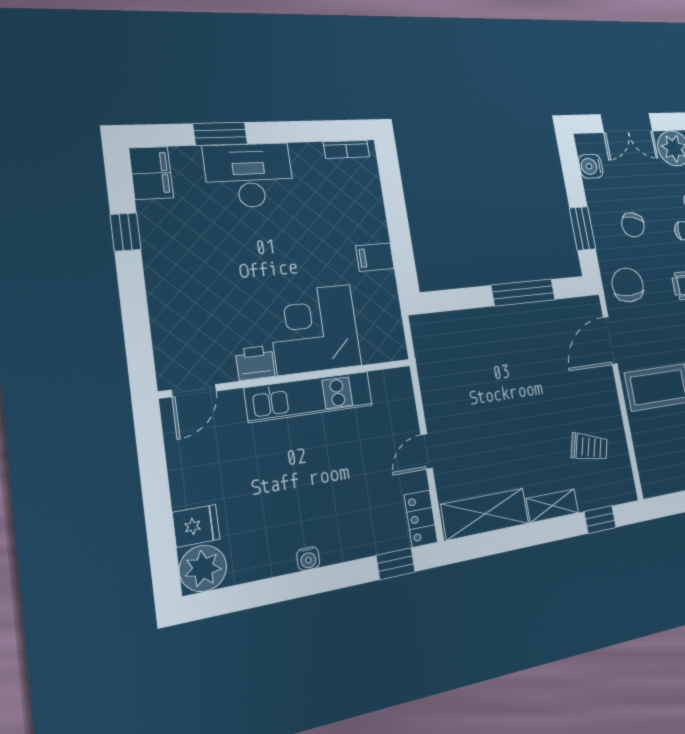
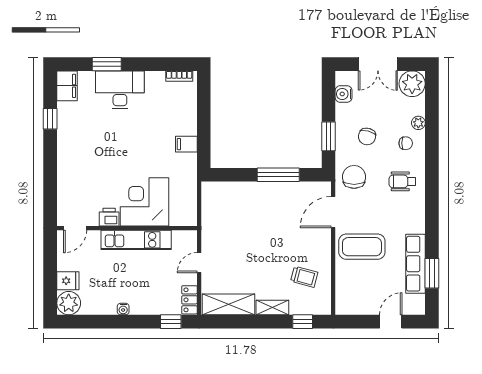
corner desk: (314, 329) -> (144, 202), moved
printer: (255, 363) -> (109, 217), moved
wall: (290, 378) -> (127, 228), moved
door: (194, 390) -> (75, 228), moved
kitchen unit: (309, 397) -> (136, 240), moved

